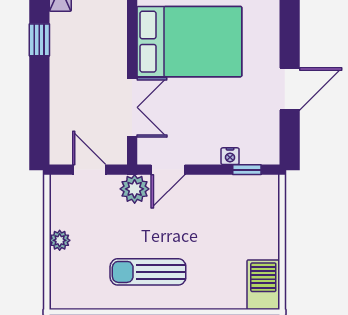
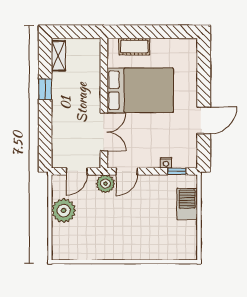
door: (89, 170) -> (77, 171), swing flipped
plant: (60, 240) -> (64, 211), width x1.87, depth x1.87
sun lounger: (148, 272) -> (114, 236), removed
barbecue: (263, 285) -> (187, 204), moved

